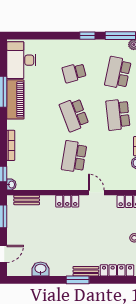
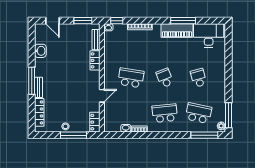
window: (87, 36) -> (228, 89), removed
school desk: (74, 115) -> (165, 78), width x0.54
locker: (67, 201) -> (95, 60), moved
window: (78, 280) -> (32, 81), width x1.44

